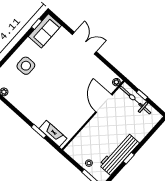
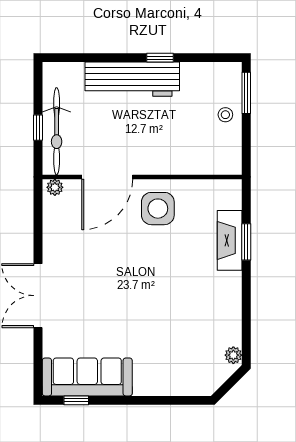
sofa: (45, 31) -> (87, 377), width x1.36
side table: (26, 66) -> (158, 209), moved
fireplace: (53, 134) -> (230, 240), moved
workbench: (119, 154) -> (132, 79), moved

